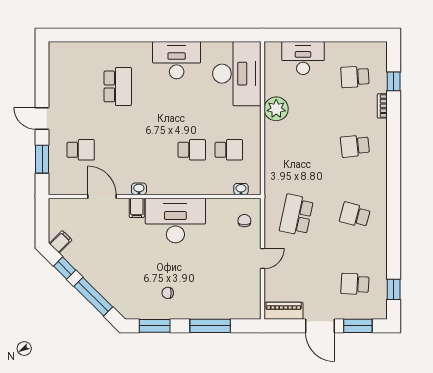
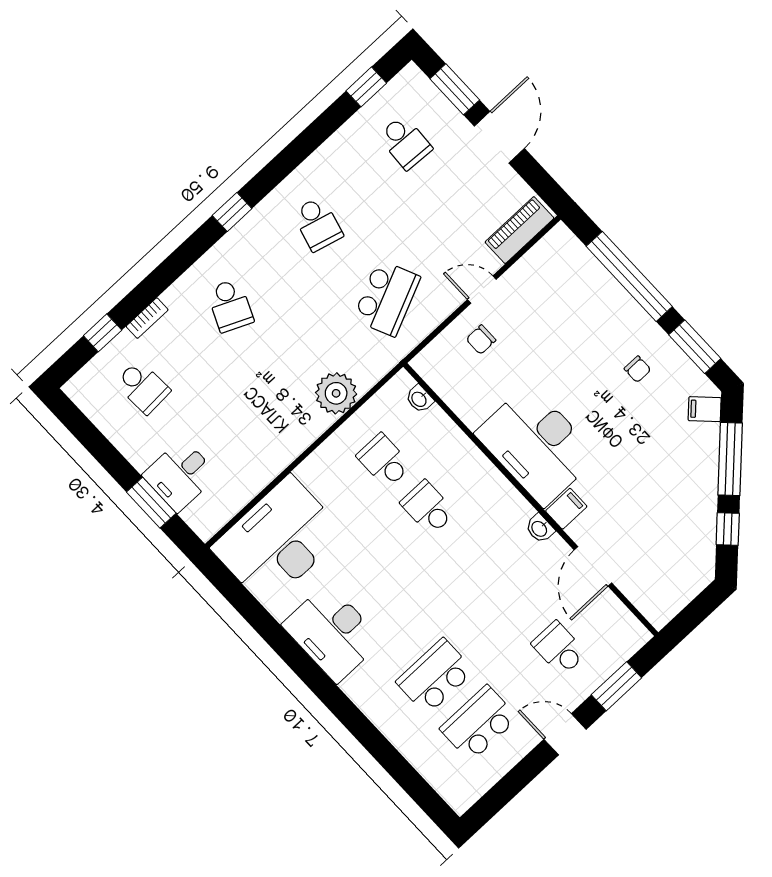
window: (303, 35) -> (151, 503), added
desk: (303, 58) -> (180, 475), width x0.73
school desk: (81, 86) -> (479, 723), added
plant: (276, 109) -> (336, 393), moved
door: (42, 118) -> (565, 734), swing flipped
school desk: (355, 146) -> (230, 305), turned 30
window: (394, 184) -> (232, 212), added
school desk: (296, 215) -> (387, 298), turned -36
chair: (244, 221) -> (481, 340), moved
filing cabinet: (61, 242) -> (705, 409), moved
piano: (284, 311) -> (519, 230), moved, turned 90
window: (210, 326) -> (629, 276), width x1.46

